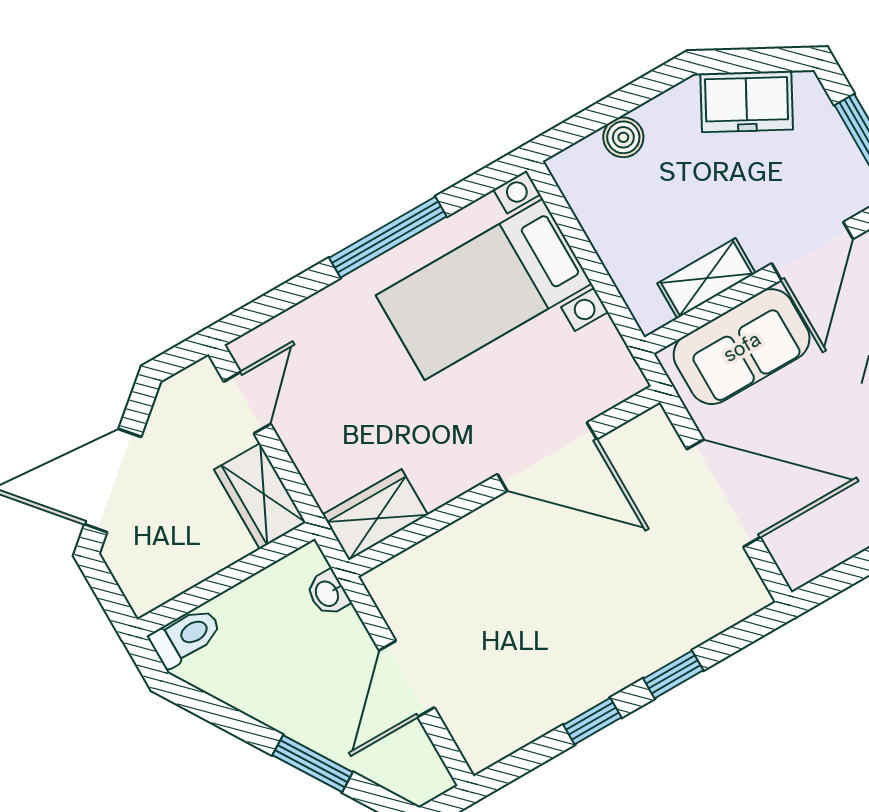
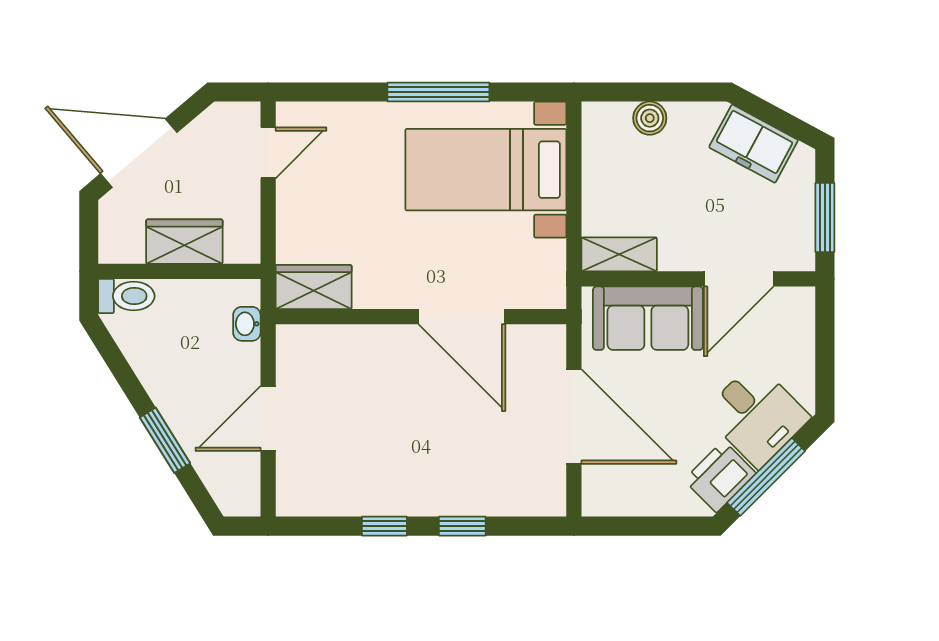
shelving: (707, 278) -> (619, 254), moved
wardrobe: (260, 496) -> (184, 242), moved, turned 90

